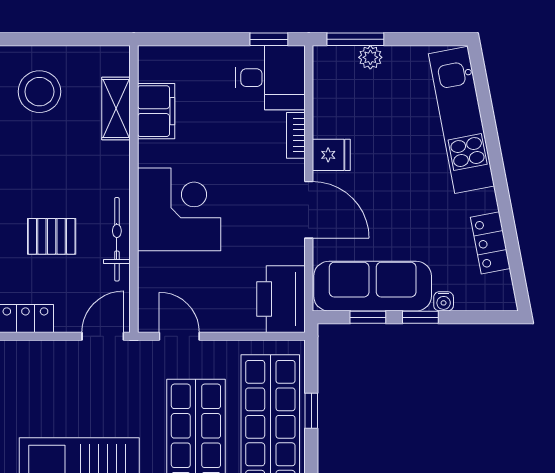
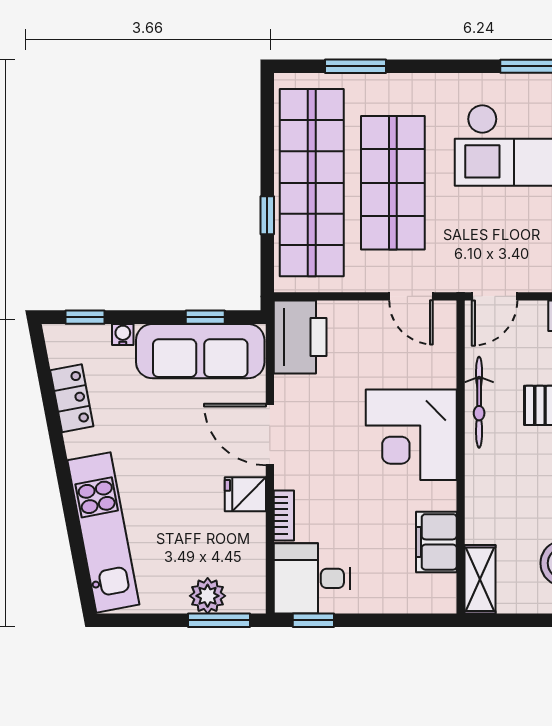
plant: (370, 57) -> (208, 596), width x1.38, depth x1.38
shelving: (116, 109) -> (480, 579), moved
window: (420, 317) -> (85, 317), moved

